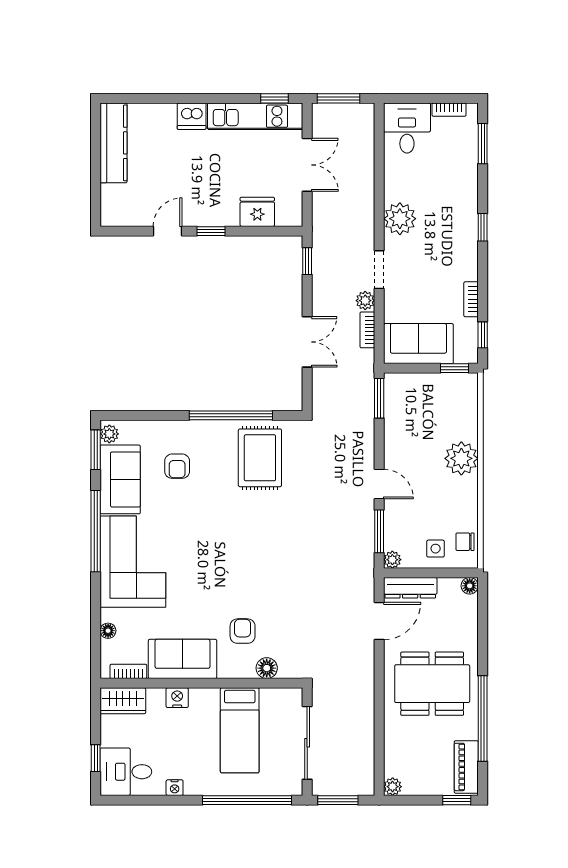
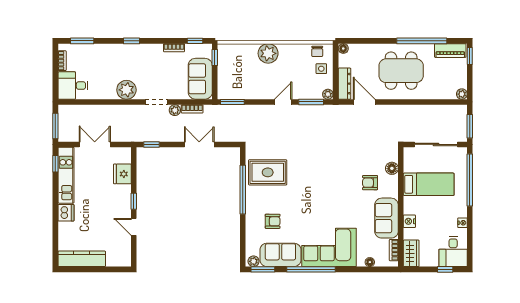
dining table: (432, 684) -> (401, 71), turned 90

